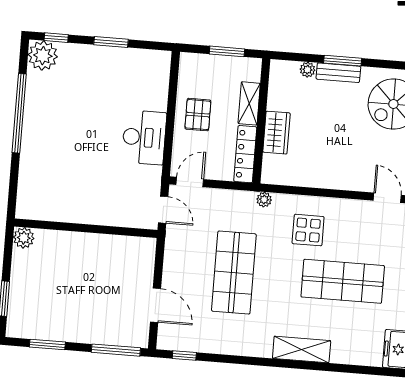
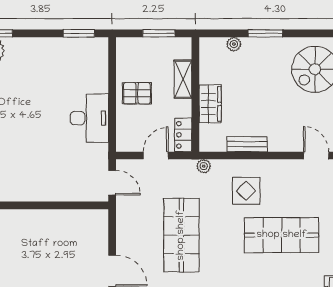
window: (111, 42) -> (79, 33), moved
bench: (338, 73) -> (247, 144), moved
pallet: (198, 115) -> (137, 93), turned 90
locker: (245, 154) -> (183, 135), width x0.66
door: (190, 182) -> (156, 155), moved

